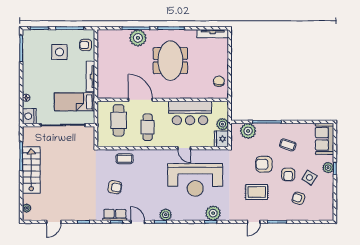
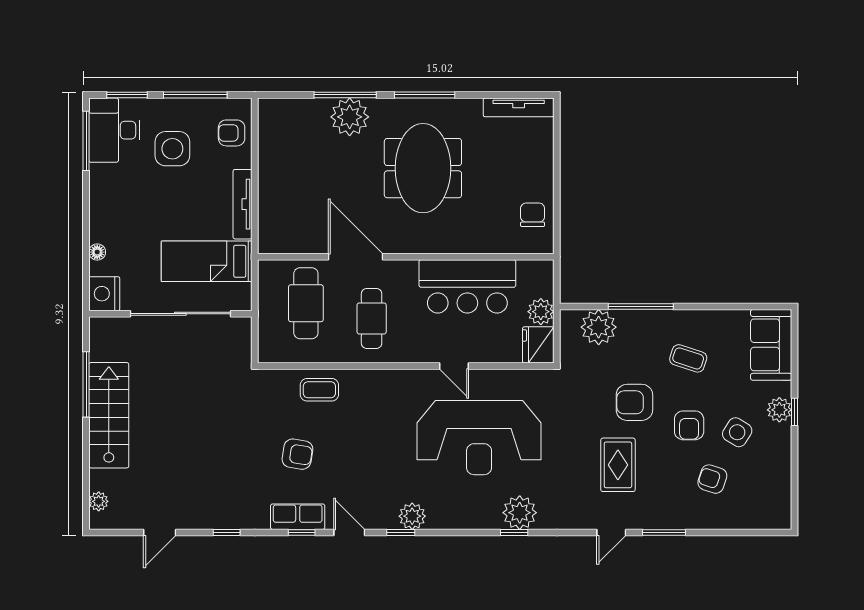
desk: (34, 44) -> (114, 130), added
rug: (257, 192) -> (618, 465), turned 90

